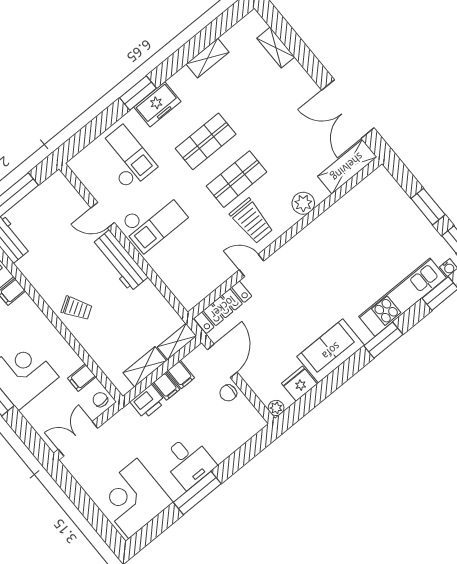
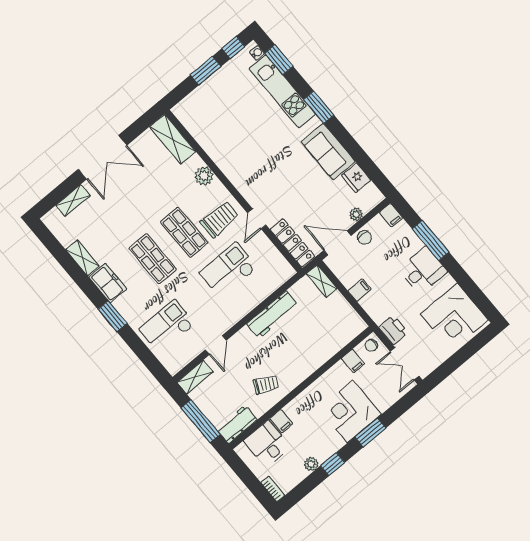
freezer: (157, 104) -> (108, 283), moved
double door: (348, 109) -> (102, 157), moved
checkout: (153, 220) -> (228, 270), moved, turned -90
workbench: (120, 261) -> (273, 315), moved
trolley: (77, 308) -> (266, 385), moved, turned 58
shelving: (145, 367) -> (195, 377), moved, turned 90
filing cabinet: (181, 375) -> (391, 215), moved, turned 90
printer: (148, 402) -> (393, 330), moved
plant: (276, 408) -> (356, 214), moved
window: (197, 493) -> (431, 240), moved

